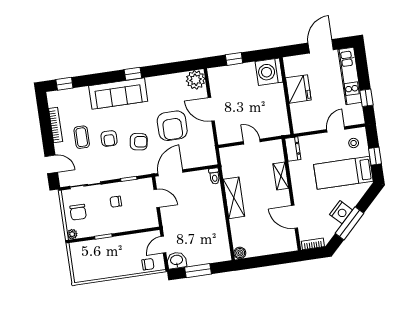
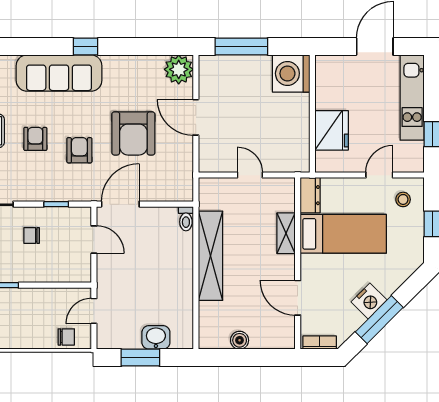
window: (234, 59) -> (241, 47), width x2.17
fridge: (298, 89) -> (332, 130), moved
armchair: (109, 138) -> (35, 139), turned 180
armchair: (139, 142) -> (79, 150), turned -99
bed: (343, 173) -> (343, 234), moved, turned 180
shelving: (234, 198) -> (211, 256), width x1.47
boiler: (240, 253) -> (240, 340), moved
washbasin: (177, 260) -> (156, 337), moved

